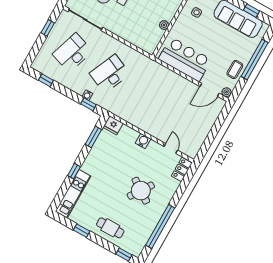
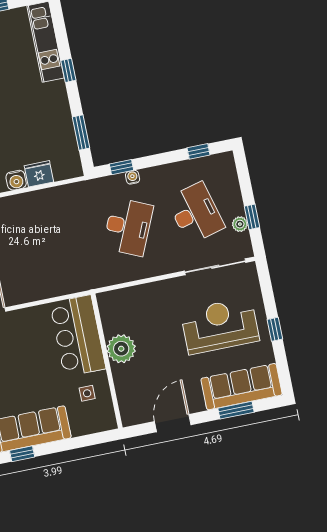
plant: (164, 25) -> (121, 349), width x1.88, depth x1.88
plant: (56, 29) -> (240, 224), added
desk: (72, 53) -> (196, 213), turned -33
bar counter: (185, 59) -> (78, 336), moved, turned 90
fridge: (113, 125) -> (39, 174), moved

